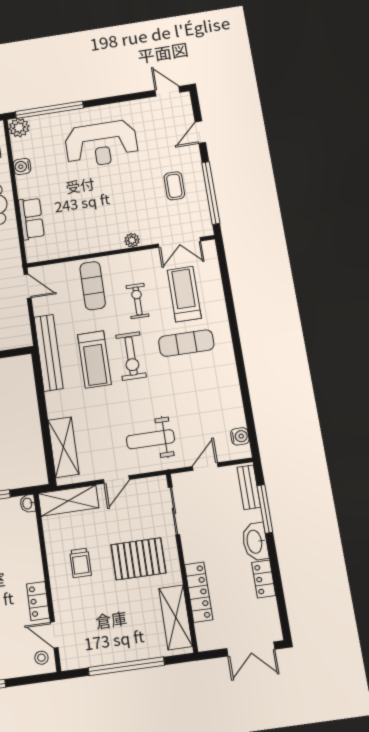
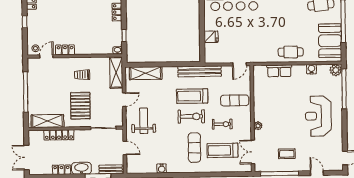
treadmill: (184, 294) -> (222, 150), turned 180
exercise bike: (131, 356) -> (191, 116), turned 180
water cooler: (240, 436) -> (162, 168), moved
door: (116, 480) -> (124, 100), swing flipped

